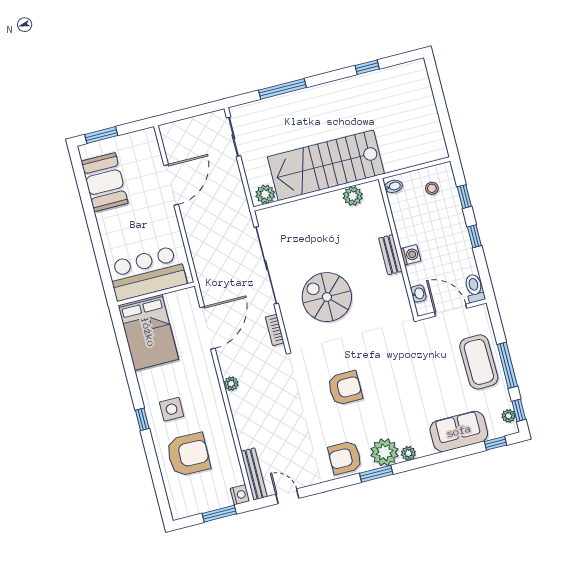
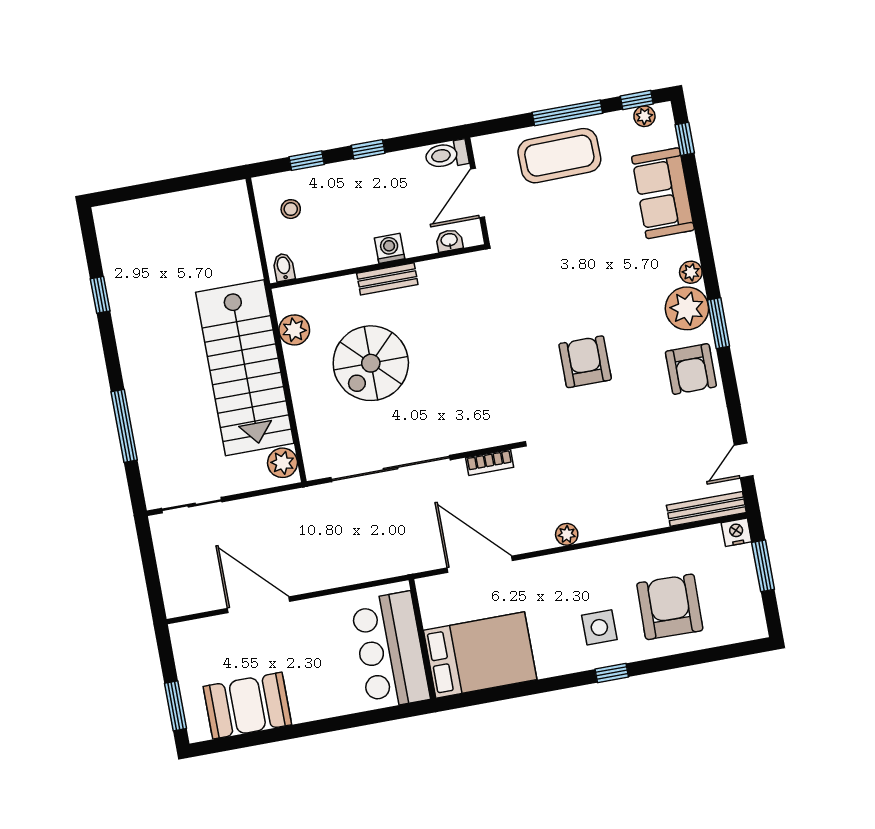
spiral stairs: (327, 297) -> (371, 363), moved

